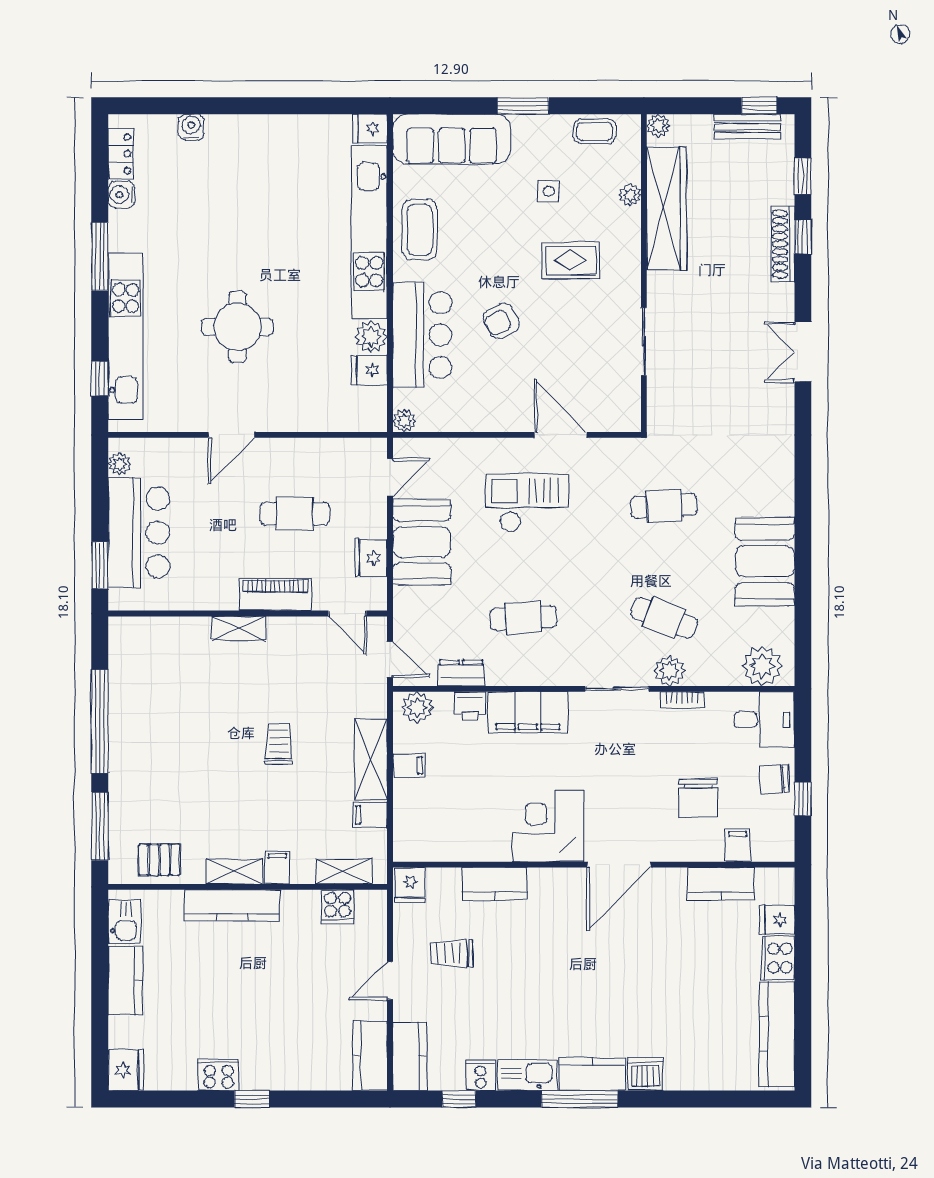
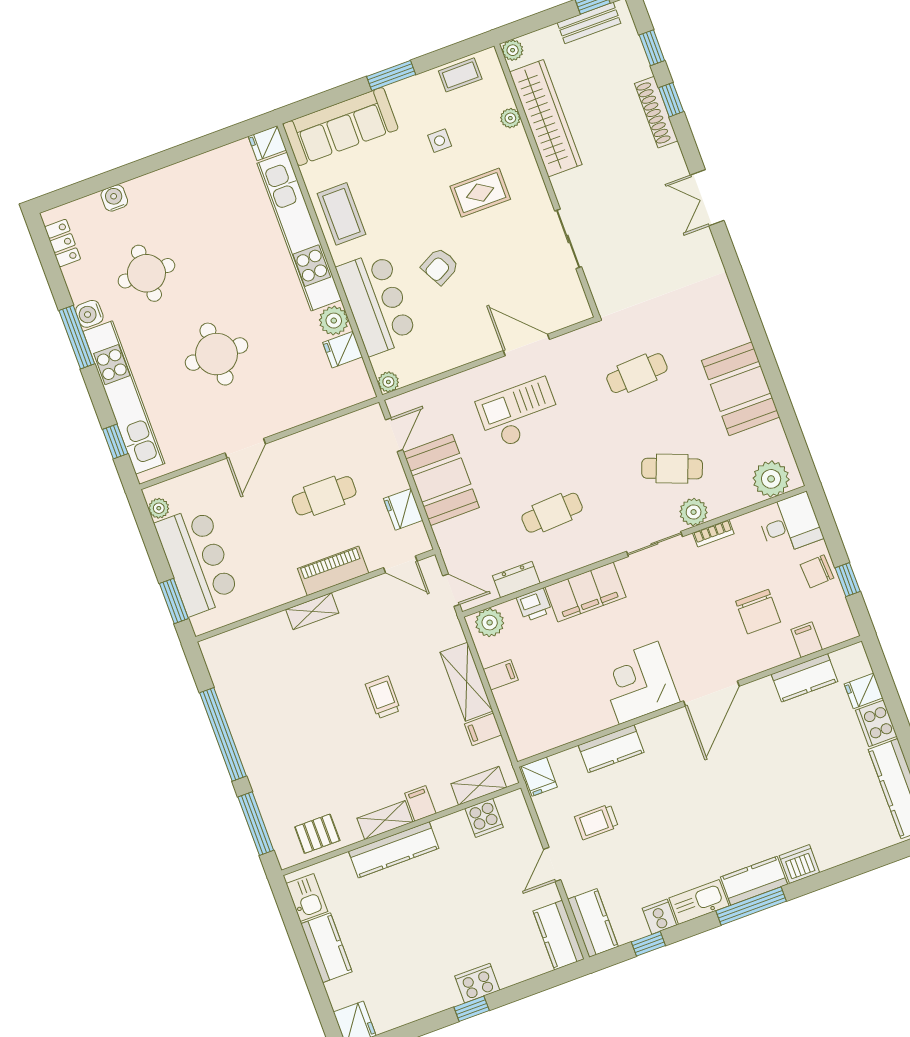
water cooler: (122, 195) -> (89, 314), moved
round table: (196, 217) -> (146, 273), added
cooker: (219, 1075) -> (477, 983), moved

